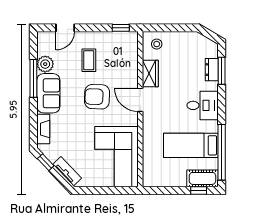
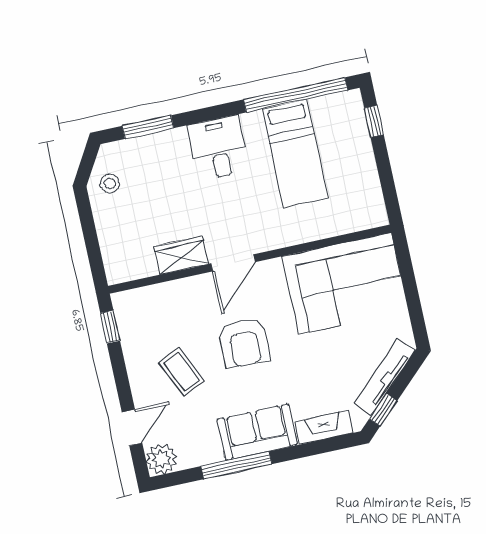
door: (65, 28) -> (132, 428), hinge flipped
stool: (157, 44) -> (110, 183), moved
coffee table: (89, 60) -> (181, 372), turned 65
plant: (45, 64) -> (161, 459), moved
dresser: (212, 70) -> (150, 145), removed
tv unit: (67, 171) -> (385, 377), width x1.41
cot: (202, 178) -> (351, 119), removed

